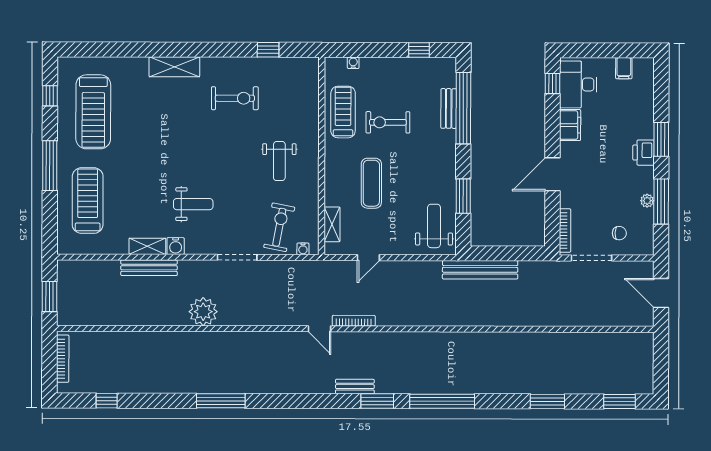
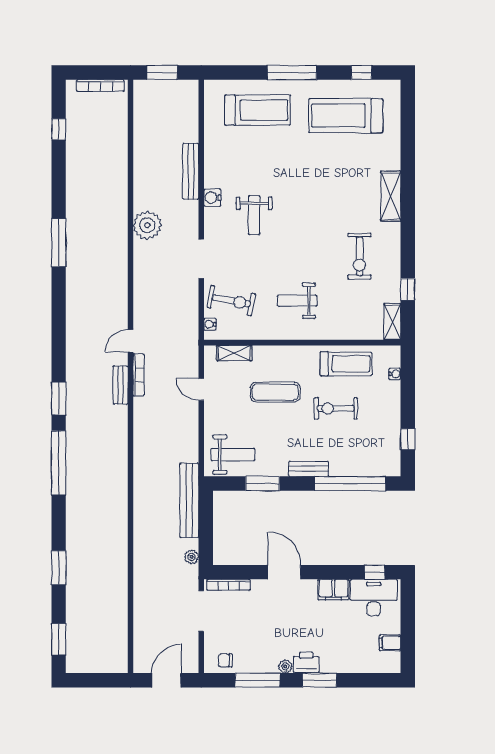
bench: (449, 108) -> (309, 469), moved
exercise bike: (388, 122) -> (336, 408), turned -90
plant: (647, 201) -> (285, 666), moved
chair: (619, 233) -> (225, 660), moved, turned 90
shelving: (147, 246) -> (392, 322), moved
plant: (537, 268) -> (192, 557), added
bench: (355, 387) -> (120, 385), moved

